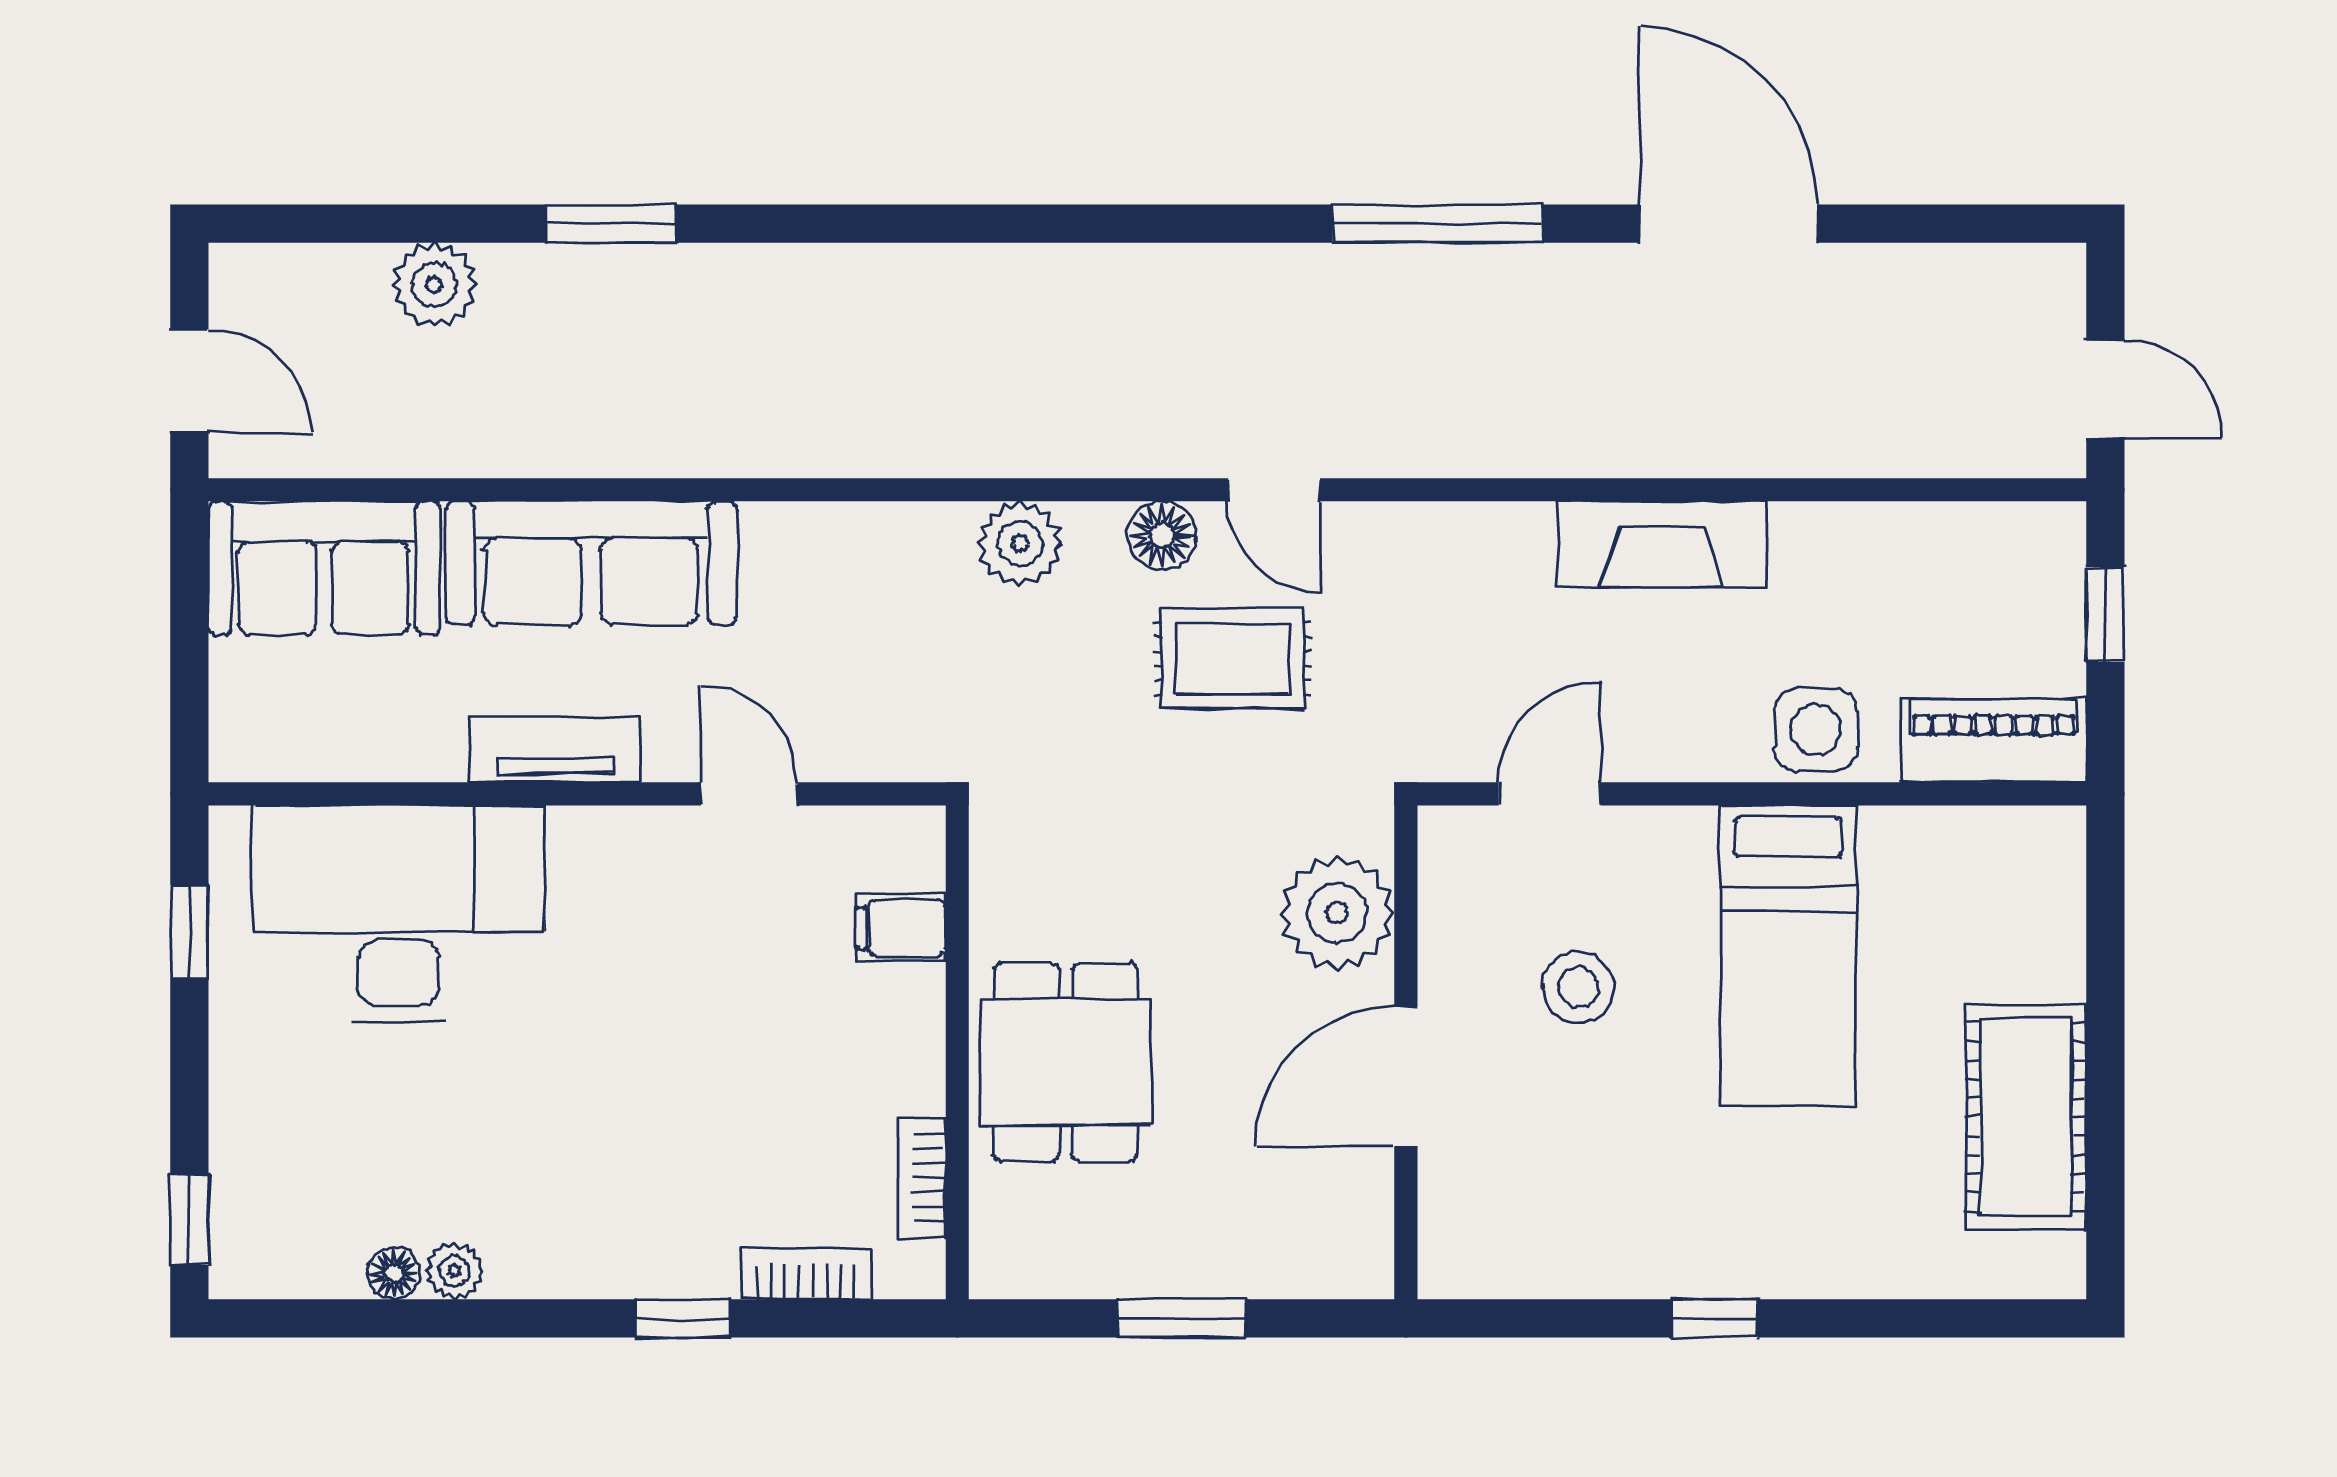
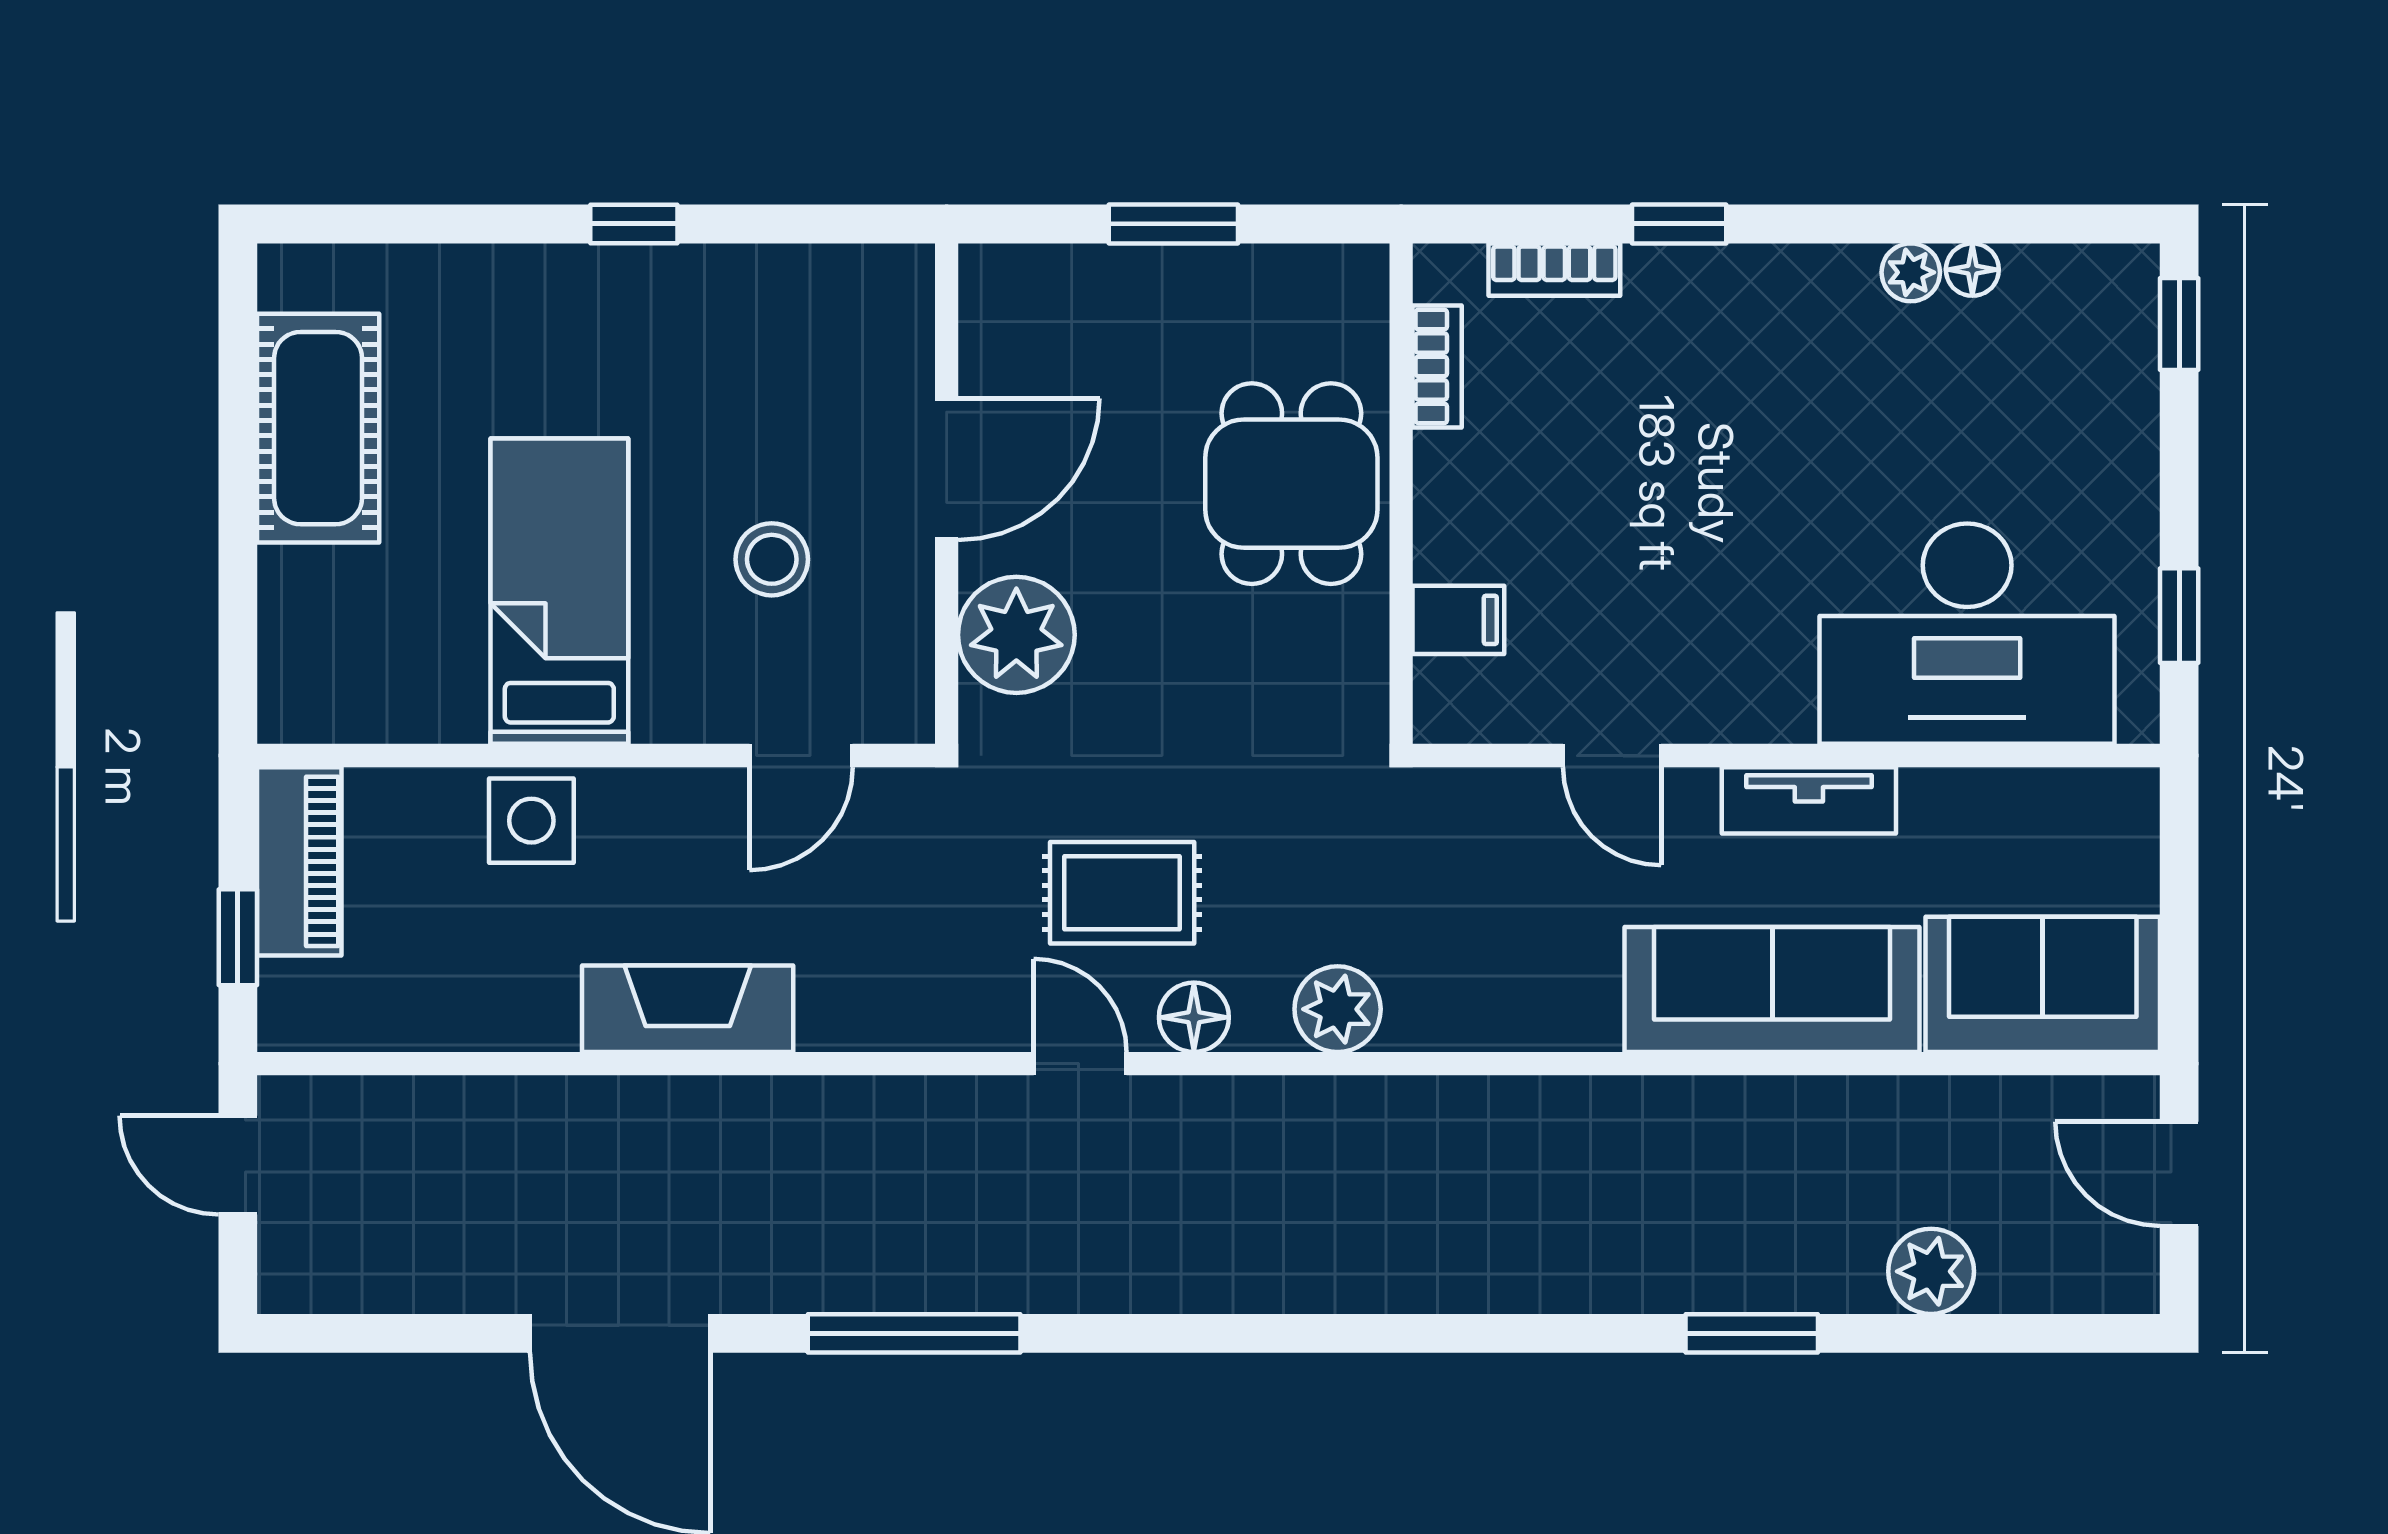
piano: (1993, 741) -> (299, 861), moved, turned -90

